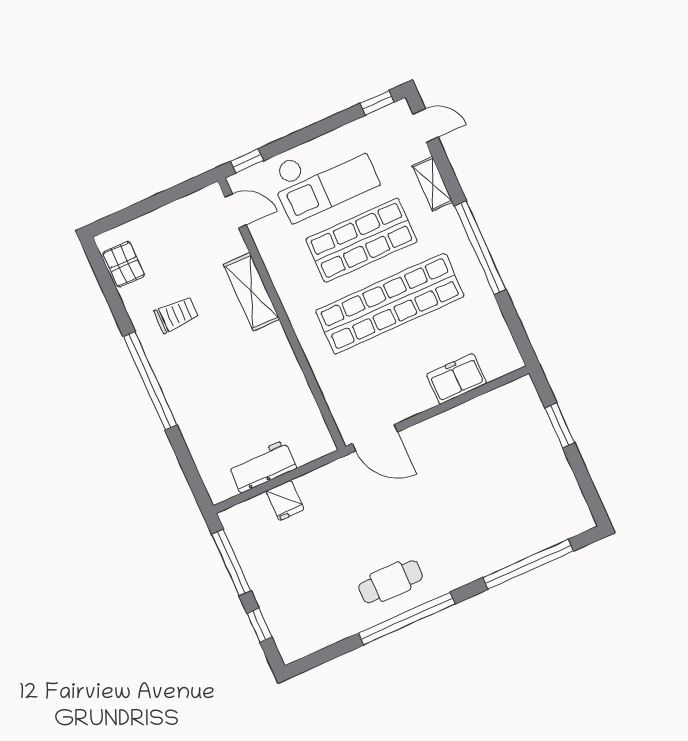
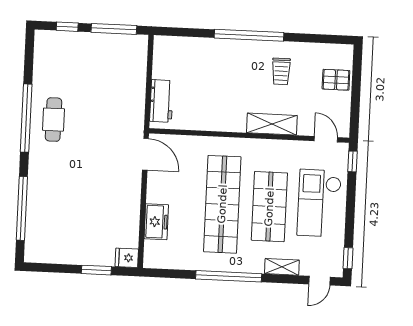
door: (236, 211) -> (326, 139), swing flipped
pallet: (124, 264) -> (336, 80), moved
door: (375, 438) -> (145, 154), swing flipped
workbench: (262, 467) -> (161, 101), moved
fridge: (285, 500) -> (127, 258), moved

